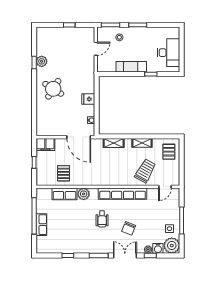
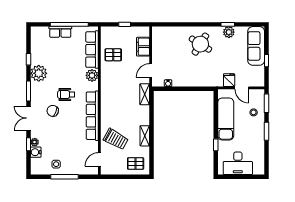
sofa: (55, 35) -> (256, 46), added
exam couch: (131, 67) -> (226, 119), width x1.36, depth x1.45
fridge: (88, 99) -> (229, 80), moved
door: (79, 137) -> (151, 70), width x0.53
shelving: (114, 143) -> (145, 94), moved
filing cabinet: (45, 144) -> (143, 47), moved
door: (165, 187) -> (99, 159), hinge flipped
row of seats: (64, 194) -> (92, 50), width x1.48
chair: (129, 228) -> (53, 111), moved
plant: (172, 246) -> (39, 73), moved
double door: (125, 255) -> (28, 118), swing flipped

